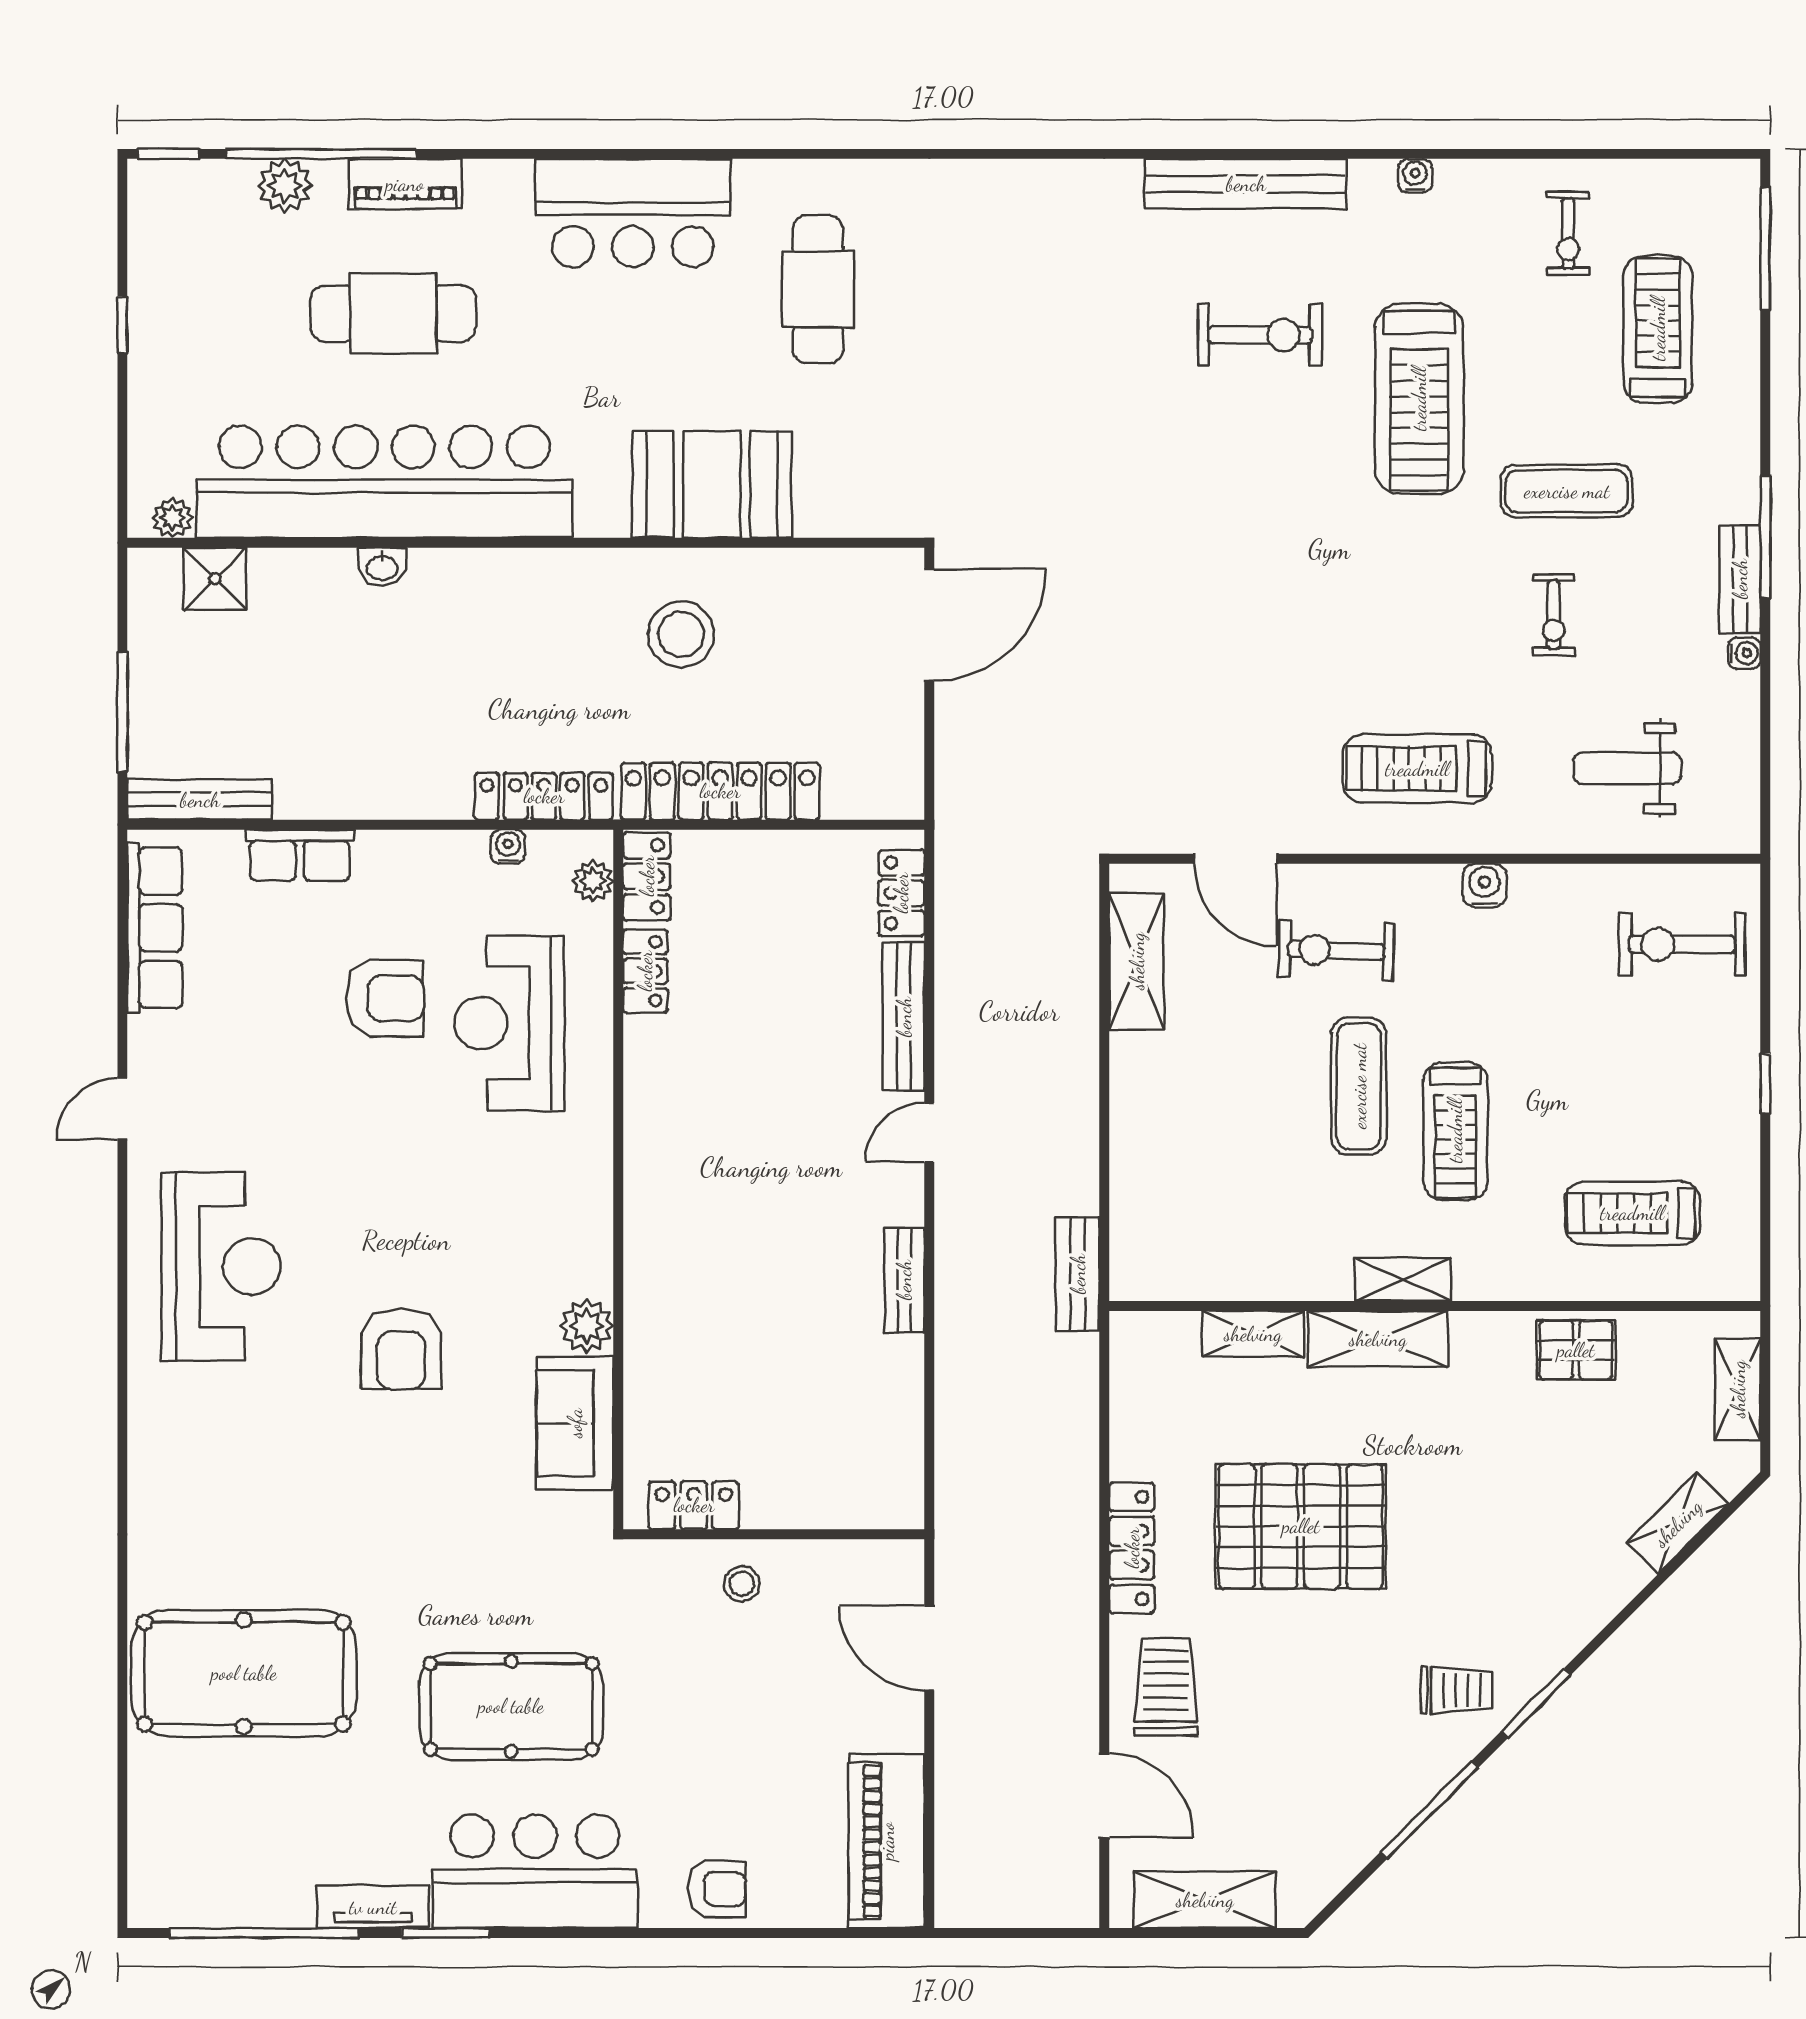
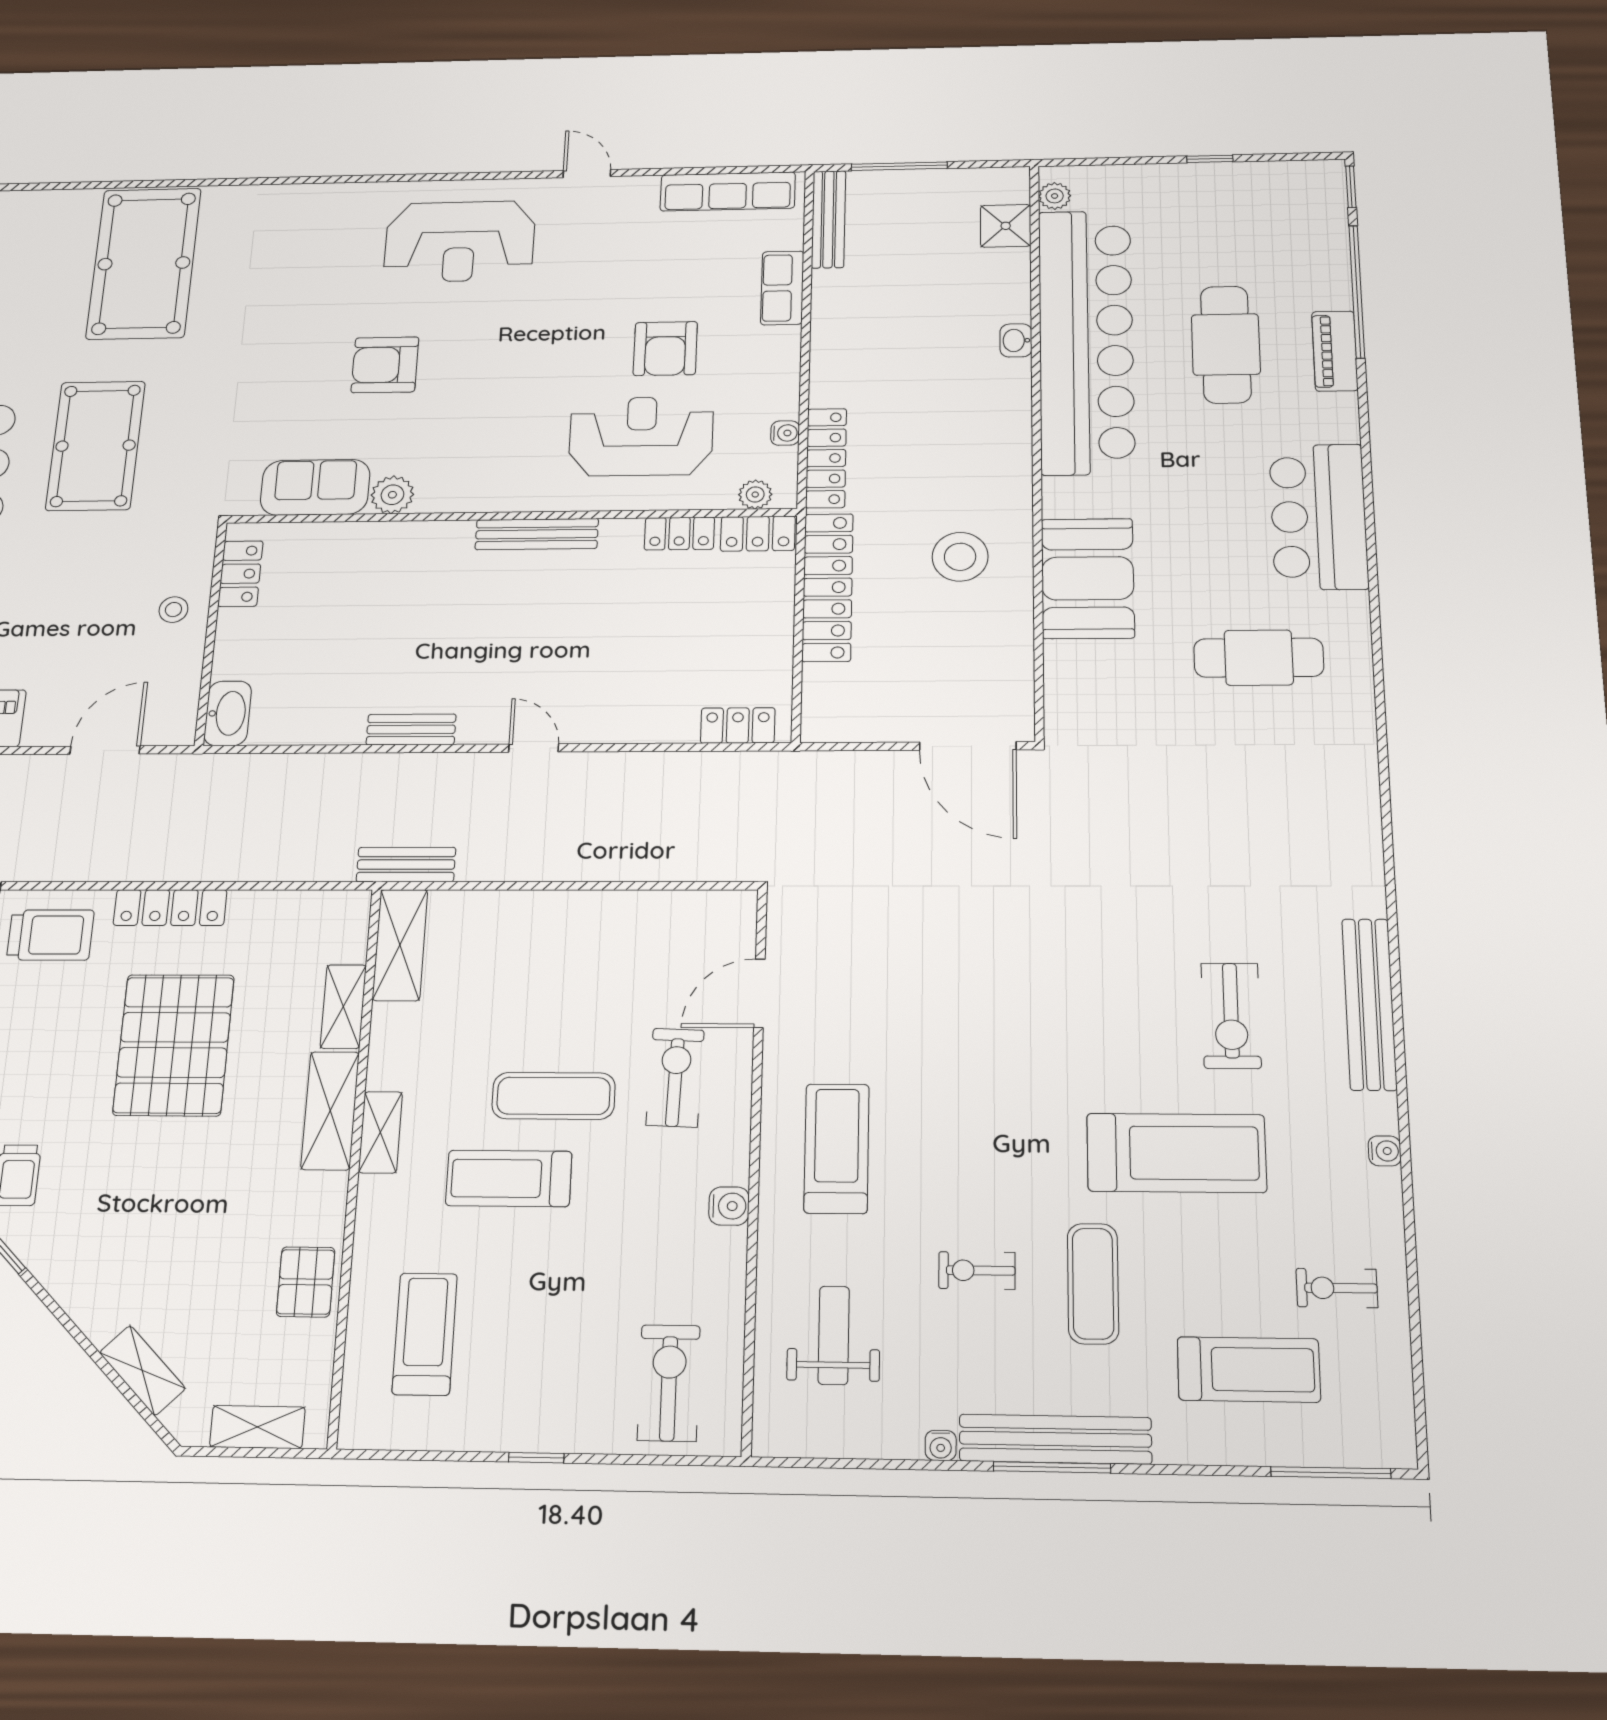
plant: (285, 186) -> (1329, 267), removed
treadmill: (1419, 399) -> (1176, 1153), turned 180
bench: (1740, 579) -> (1055, 1439), width x1.86, depth x1.21
shelving: (1137, 961) -> (400, 945), moved, turned 90
bench: (904, 1017) -> (537, 534), moved
washbasin: (882, 1503) -> (228, 713), added

